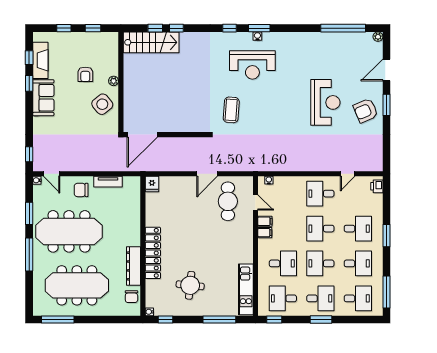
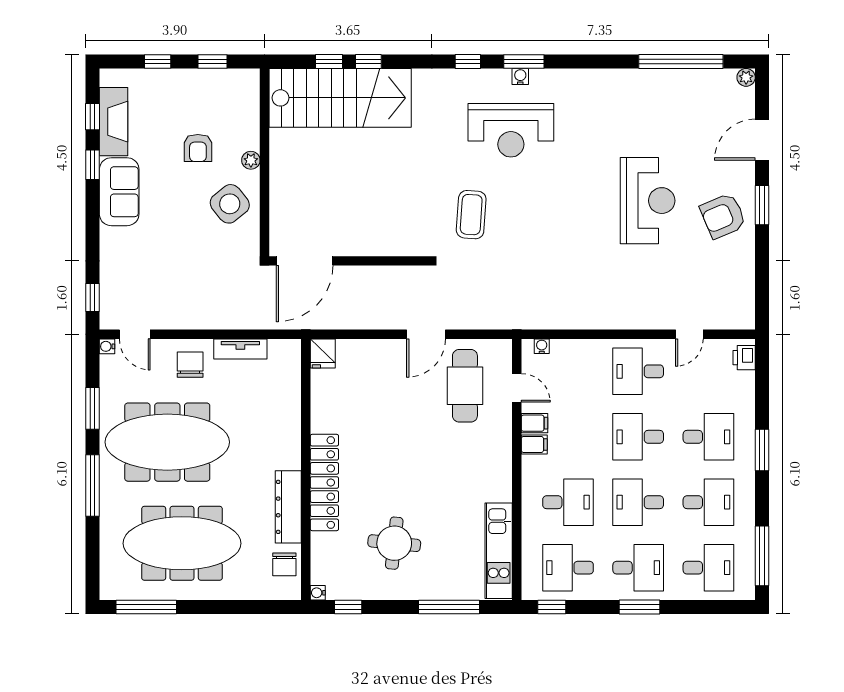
stairs: (151, 42) -> (340, 98), width x1.36, depth x1.51
chair: (81, 190) -> (190, 365), turned 90

